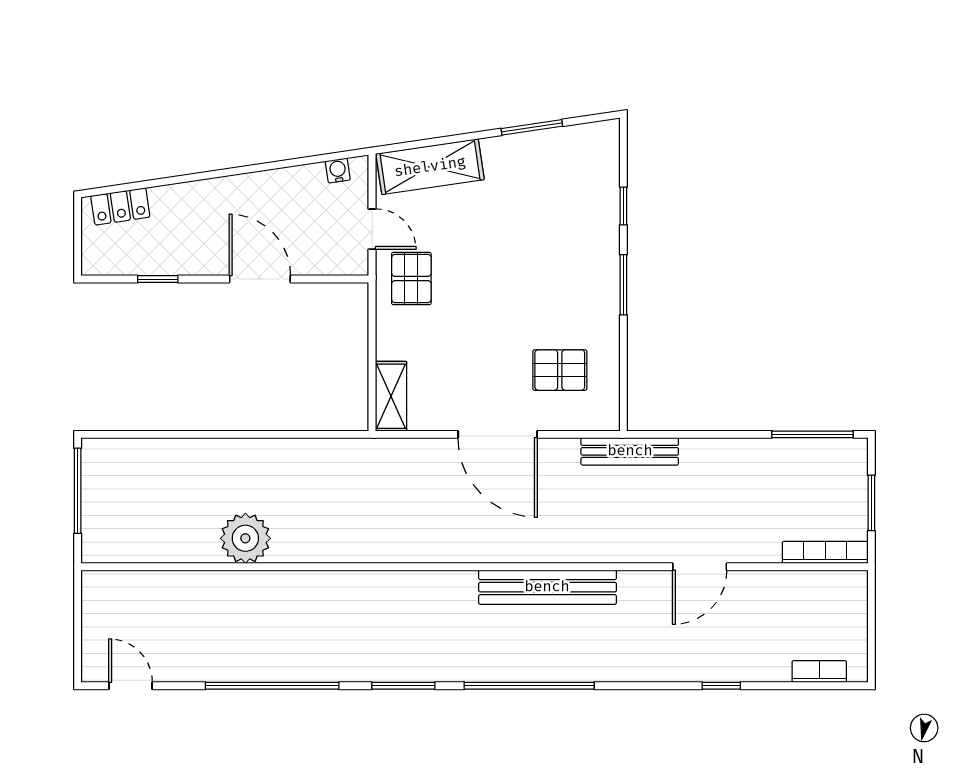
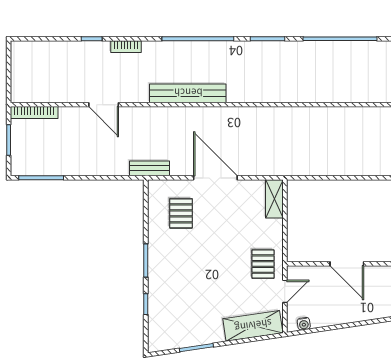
door: (372, 229) -> (285, 291), swing flipped
pallet: (560, 370) -> (181, 213), turned 90
bench: (630, 451) -> (149, 168), width x0.73
plant: (245, 538) -> (355, 120), removed
door: (700, 567) -> (104, 105), swing flipped
bookcase: (819, 672) -> (126, 47), moved

